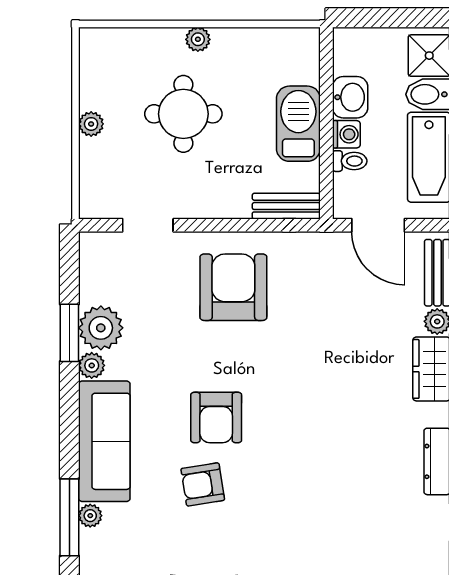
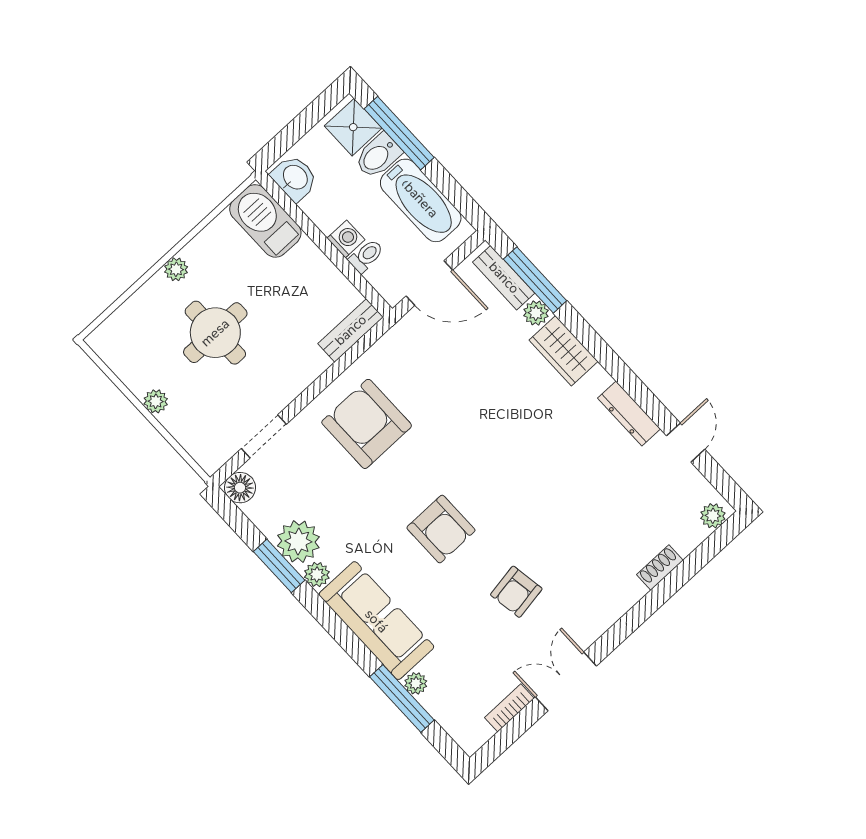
washbasin: (350, 97) -> (295, 178), moved
barbecue: (298, 124) -> (265, 221), moved
floor lamp: (94, 247) -> (240, 488), added
armchair: (203, 484) -> (516, 592), moved

